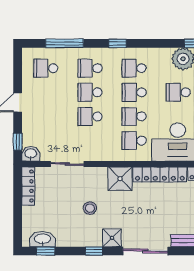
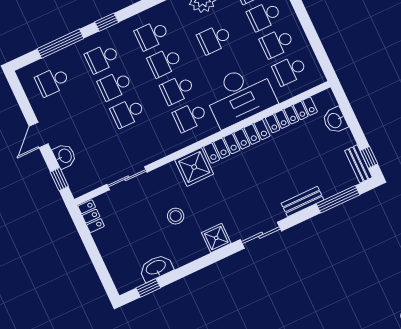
window: (117, 43) -> (107, 22), moved
washbasin: (31, 154) -> (65, 156), moved, turned 90
locker: (28, 186) -> (91, 216), width x0.66
washbasin: (42, 239) -> (156, 268), moved
window: (94, 251) -> (203, 262), removed
sliding door: (145, 251) -> (261, 235), width x0.73

